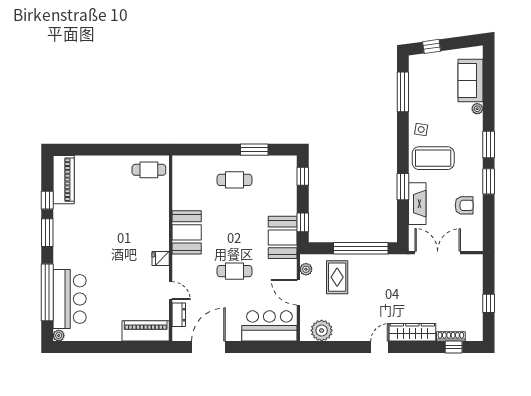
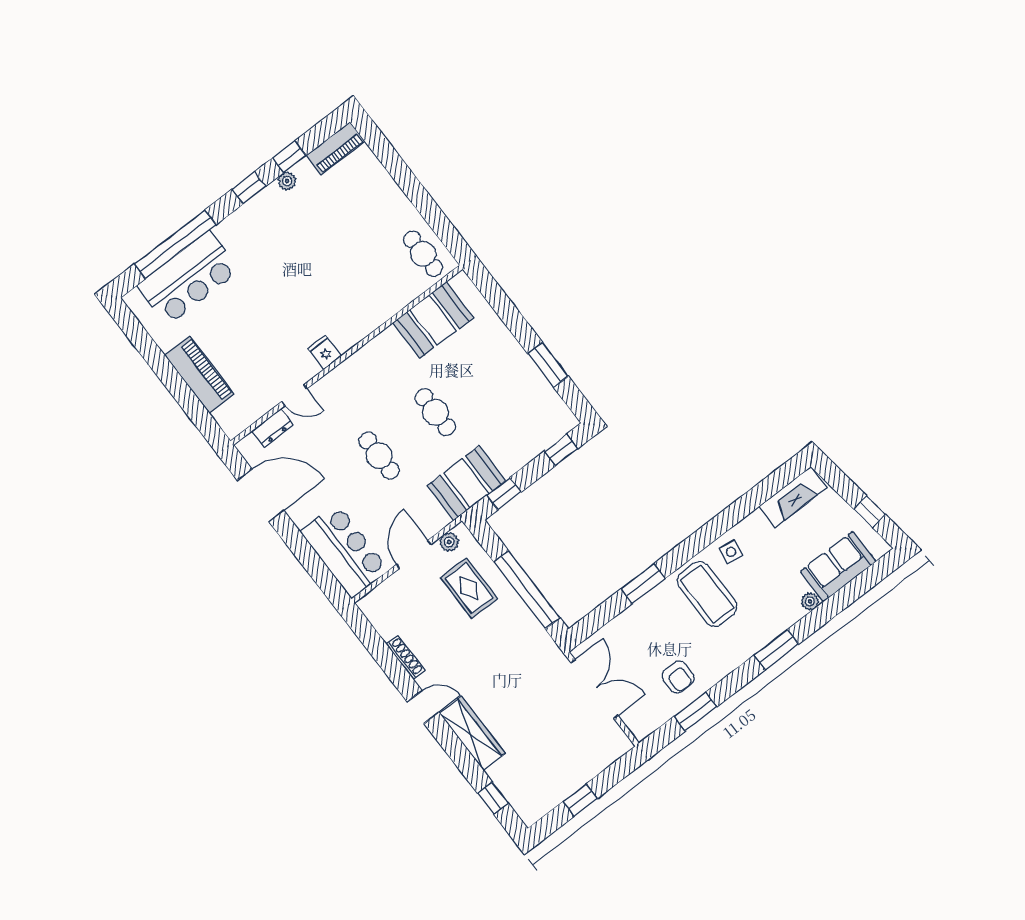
window: (432, 46) -> (869, 512), moved
window: (403, 92) -> (760, 494), removed
piano: (64, 180) -> (336, 148), width x0.73, depth x0.75
cafe table: (234, 180) -> (435, 412), moved
window: (489, 181) -> (695, 712), moved
fireplace: (417, 204) -> (793, 497), moved
booth: (187, 232) -> (433, 320), moved
window: (47, 233) -> (249, 188), width x0.67
rug: (337, 277) -> (469, 588), turned 90
door: (171, 291) -> (294, 395), hinge flipped
plant: (322, 330) -> (388, 619), removed
piano: (146, 331) -> (199, 375), moved
plant: (59, 336) -> (287, 181), moved
shoe rack: (451, 336) -> (406, 657), moved

